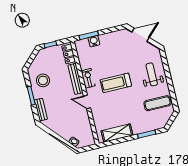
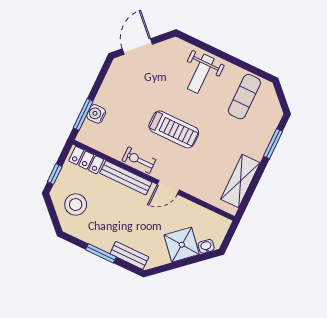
weight bench: (152, 74) -> (201, 74), turned -90
stool: (43, 80) -> (76, 204), moved
treadmill: (116, 83) -> (174, 129), turned -90
shower: (66, 130) -> (182, 245), added

